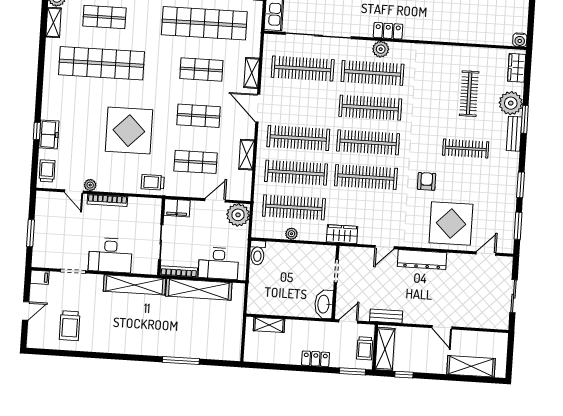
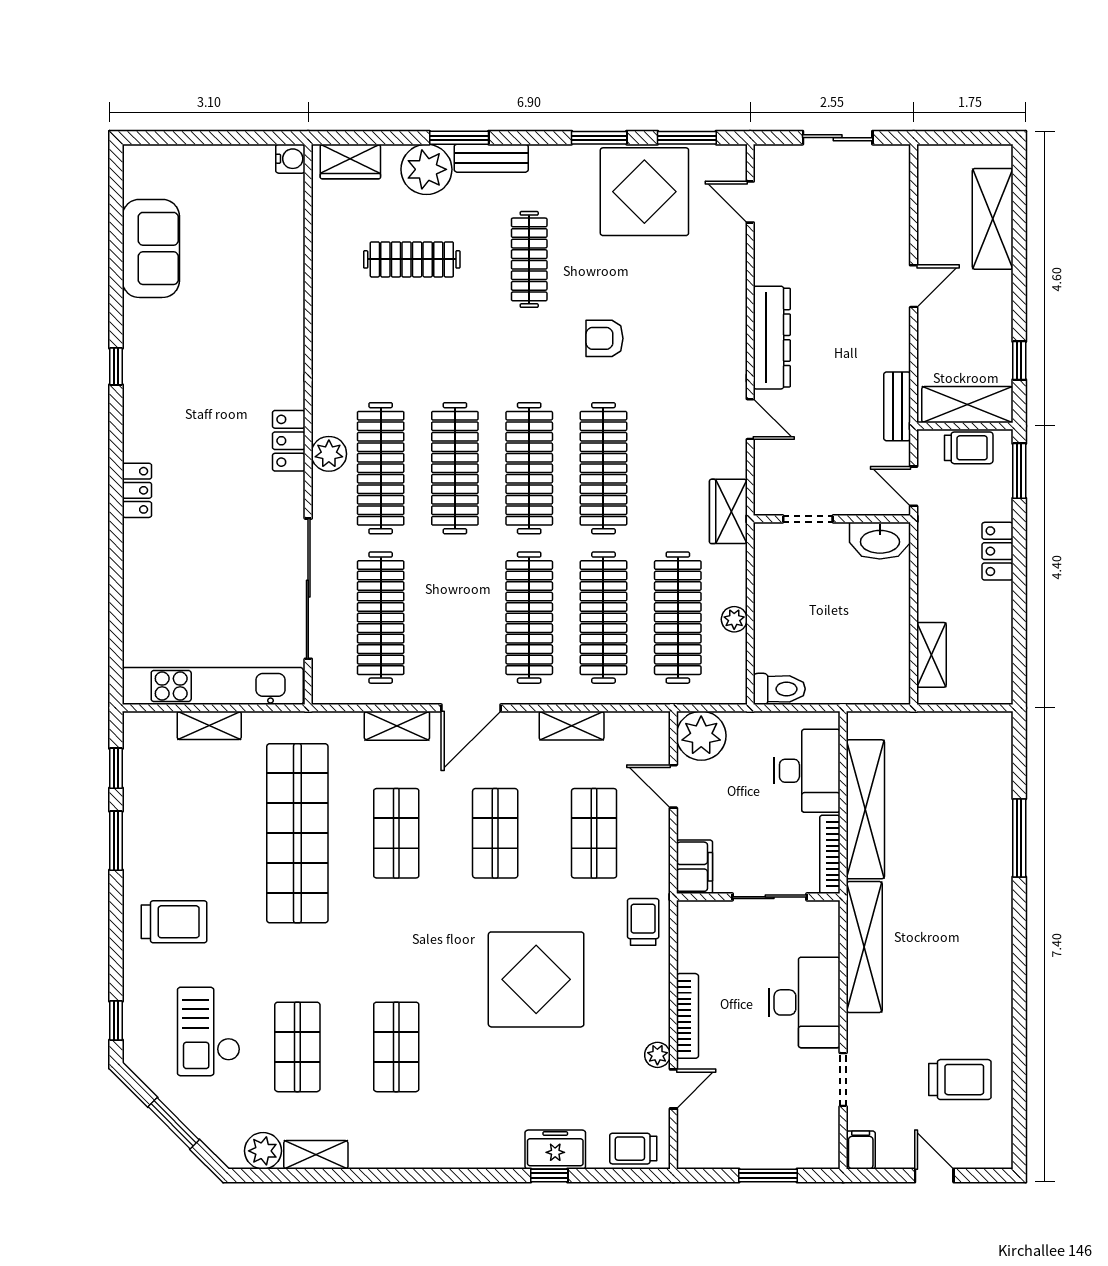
shop shelf: (102, 63) -> (396, 1047), width x0.50, depth x0.74
trolley: (153, 182) -> (643, 922), turned 180
display table: (451, 224) -> (644, 192), moved

